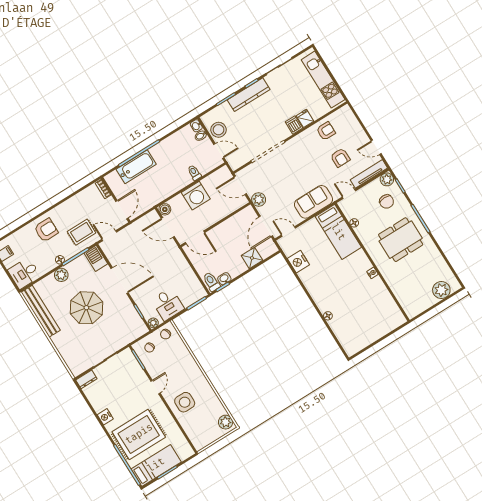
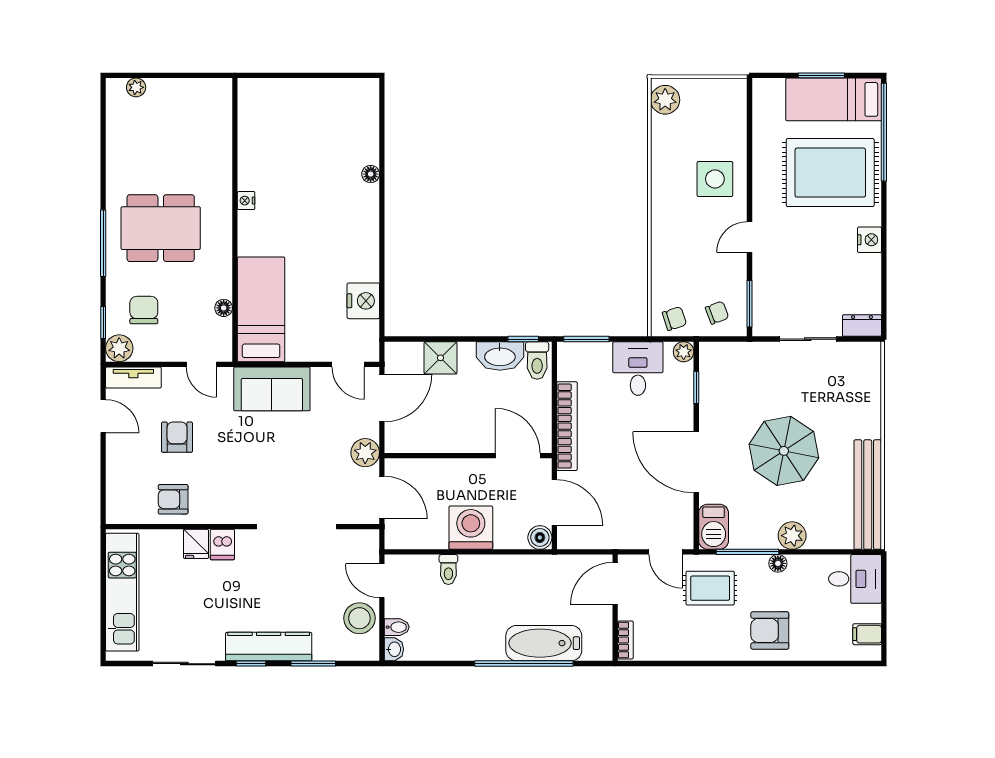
tv unit: (369, 174) -> (133, 378), width x0.71
bookcase: (182, 262) -> (567, 426), added
washbasin: (224, 279) -> (500, 356), width x1.91, depth x1.45
plant: (441, 290) -> (136, 87), width x0.53, depth x0.53

